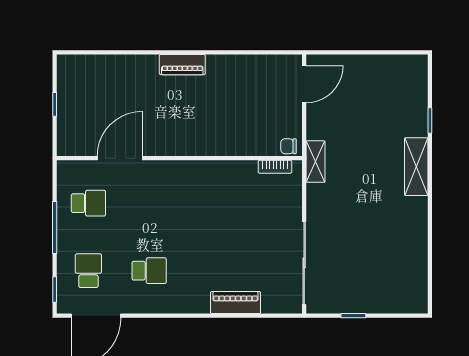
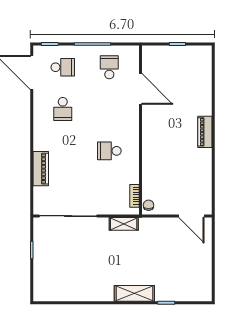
shelving: (316, 162) -> (124, 224), moved
school desk: (88, 203) -> (109, 67), turned 180
school desk: (210, 203) -> (109, 151), added

